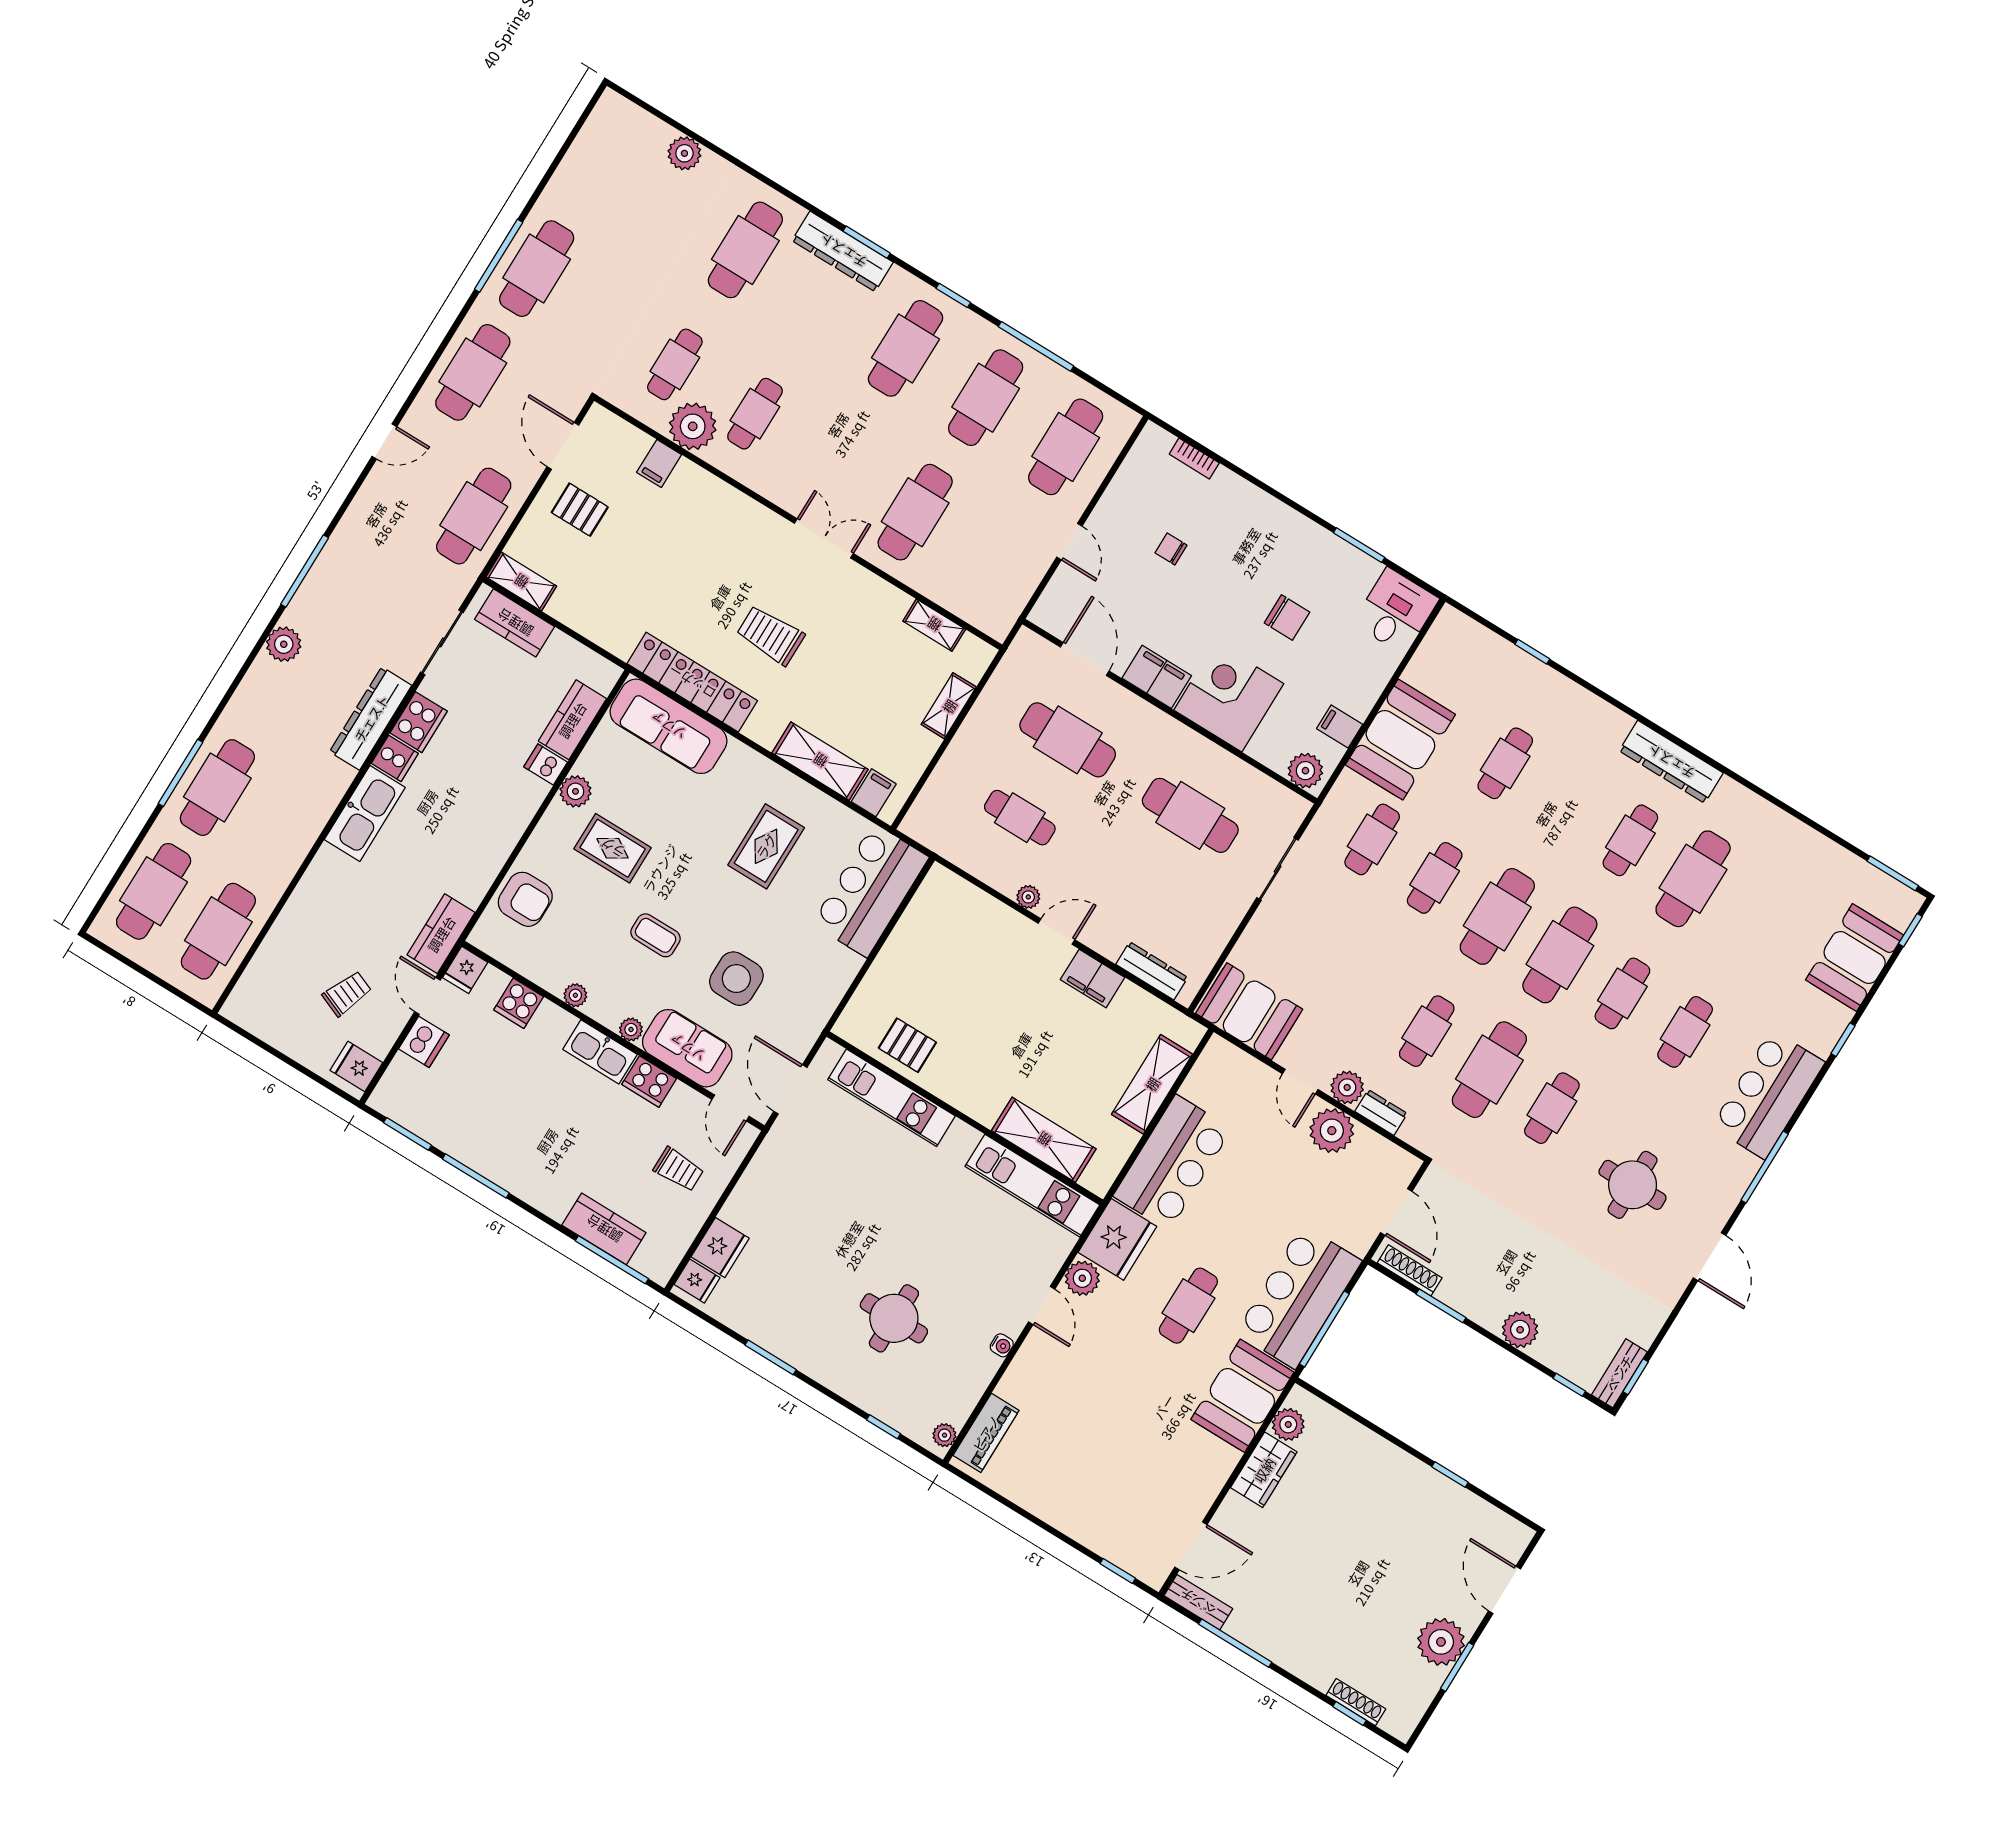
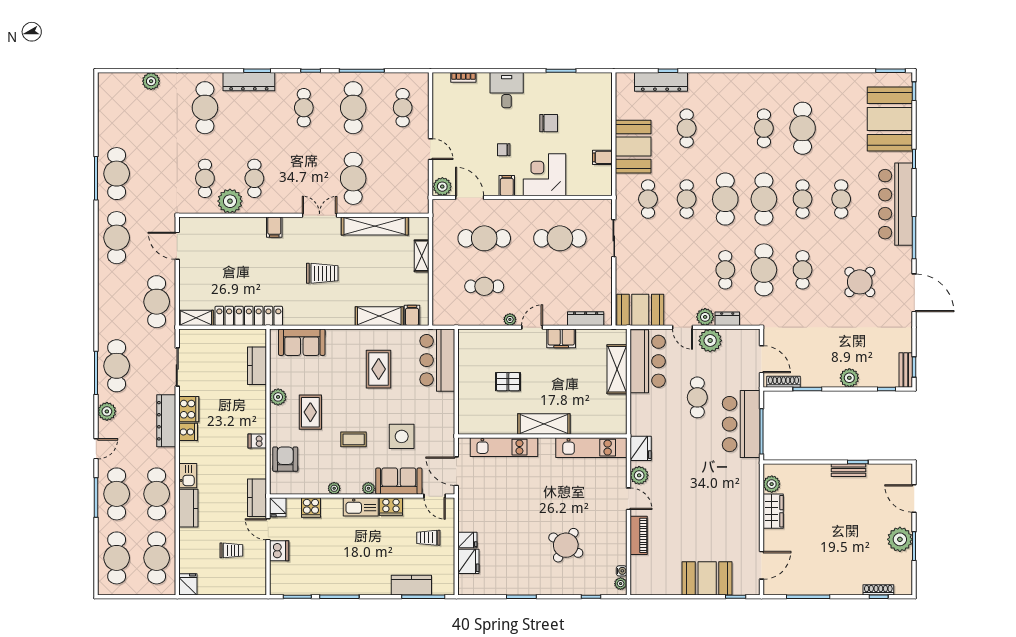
cafe table: (906, 348) -> (304, 108), width x0.73, depth x0.74
door: (384, 441) -> (96, 449), moved
cafe table: (1066, 447) -> (403, 108), width x0.73, depth x0.74
filing cabinet: (659, 463) -> (274, 227), moved
pallet: (580, 510) -> (202, 270), removed
chair: (1171, 549) -> (504, 150), moved
cafe table: (345, 580) -> (117, 366), added
desk: (1396, 611) -> (507, 90), moved
kitchen counter: (515, 623) -> (188, 508), moved, turned -90
shelving: (934, 625) -> (375, 226), width x2.20, depth x1.33
trolley: (770, 635) -> (322, 273), turned 180
filing cabinet: (1157, 677) -> (507, 186), width x0.50
locker: (692, 682) -> (249, 316), moved
sofa: (668, 726) -> (302, 342), width x0.73
dresser: (1671, 762) -> (661, 82), moved
dishwasher: (546, 764) -> (257, 441), moved
plant: (1305, 771) -> (442, 187), moved
kitchen sink: (365, 814) -> (188, 476), width x0.53, depth x0.81
cafe table: (282, 827) -> (157, 494), added
rug: (613, 848) -> (310, 412), turned 90
armchair: (525, 899) -> (285, 459), turned -90
booth: (1855, 957) -> (890, 119), width x1.36, depth x1.42
trolley: (347, 993) -> (231, 550), turned 68
pallet: (907, 1045) -> (508, 382), moved
fridge: (356, 1066) -> (188, 584), moved, turned 90
bar counter: (1768, 1094) -> (896, 204), width x1.36
shelving: (1044, 1140) -> (544, 424), moved
bar counter: (1173, 1162) -> (648, 361), moved
trolley: (679, 1169) -> (428, 538), turned 180
round table: (1633, 1185) -> (860, 282), turned 45
fridge: (1117, 1239) -> (641, 448), width x0.73, depth x0.75
door: (1710, 1257) -> (914, 293), width x1.36
fridge: (697, 1281) -> (467, 540), moved
cafe table: (1188, 1306) -> (697, 397), moved
round table: (894, 1318) -> (566, 545), turned 32
water cooler: (1002, 1345) -> (622, 571), moved
booth: (1242, 1396) -> (707, 578), moved, turned 90
piano: (986, 1433) -> (639, 535), moved
bench: (1198, 1602) -> (849, 470), moved

